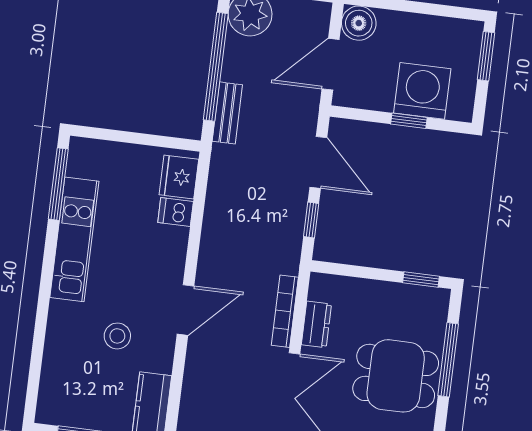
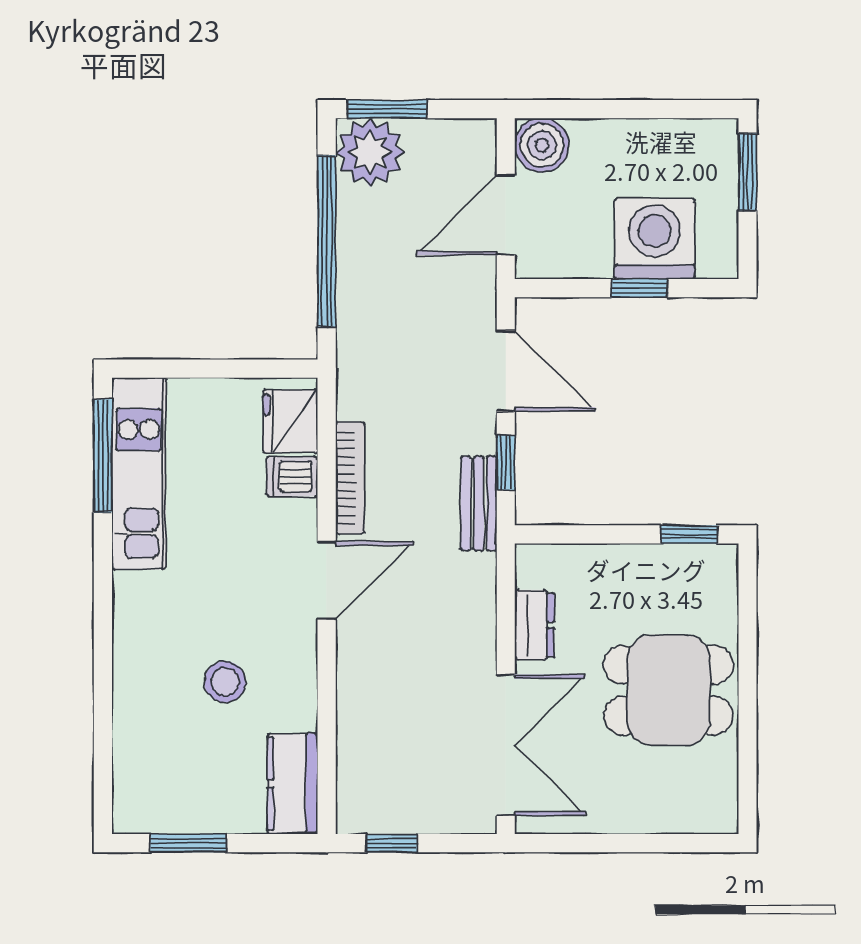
bench: (227, 113) -> (479, 504), moved
kitchen unit: (74, 239) -> (139, 474), moved
door: (186, 310) -> (327, 580), moved
bookcase: (285, 311) -> (350, 478), moved, turned 180
window: (448, 360) -> (747, 655), removed

